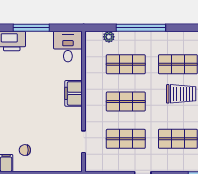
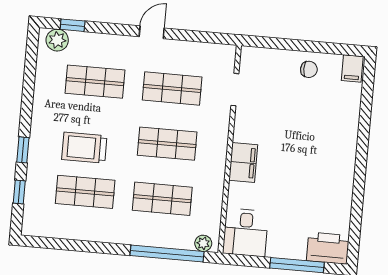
window: (141, 28) -> (167, 254), moved
plant: (109, 37) -> (203, 243), moved
chair: (25, 150) -> (309, 69), moved

